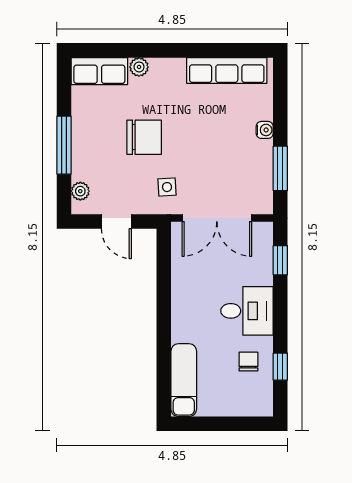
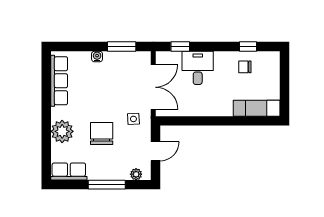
plant: (139, 67) -> (62, 131), width x1.87, depth x1.87
row of seats: (99, 71) -> (69, 171), moved, turned -90
desk: (247, 311) -> (198, 68), moved

